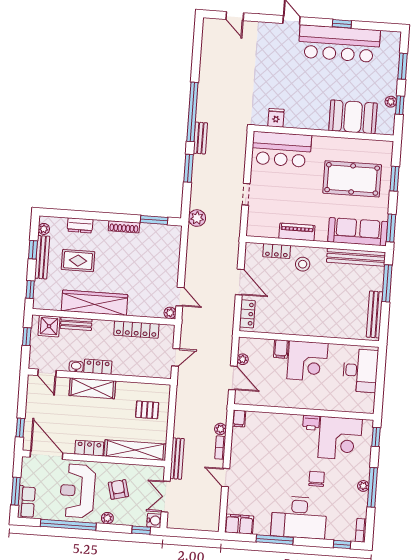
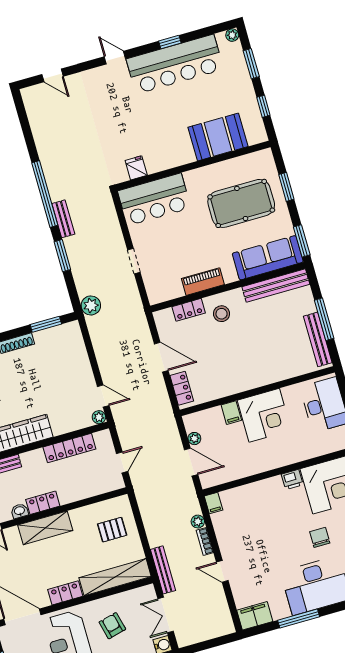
plant: (391, 102) -> (232, 35), moved
window: (387, 283) -> (324, 319), moved

